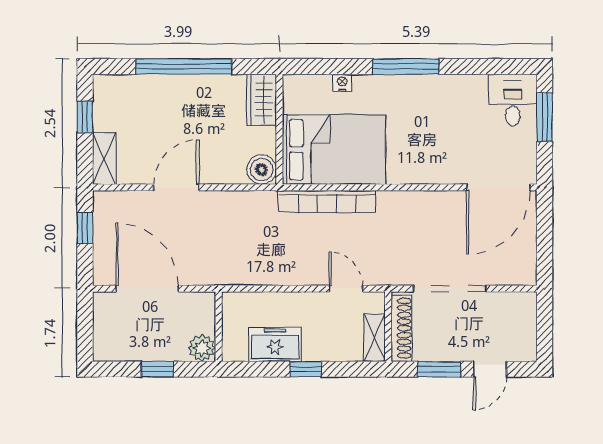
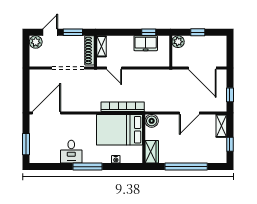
desk: (513, 100) -> (71, 152), moved
plant: (523, 347) -> (36, 42), added
window: (306, 369) -> (149, 32), moved

